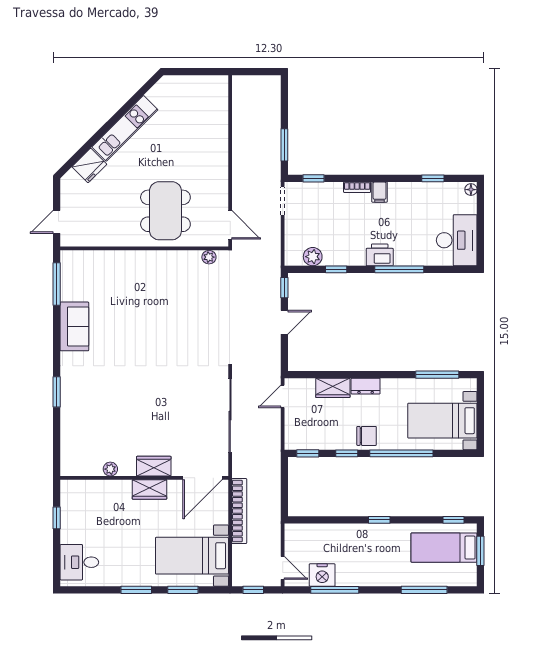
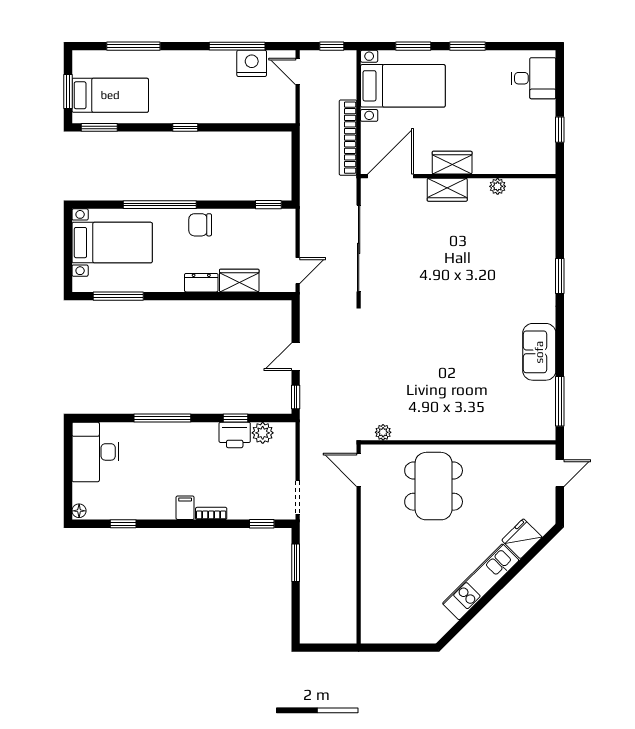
printer: (380, 255) -> (235, 435), moved
window: (347, 453) -> (223, 205), removed
window: (453, 520) -> (99, 127), width x1.50

